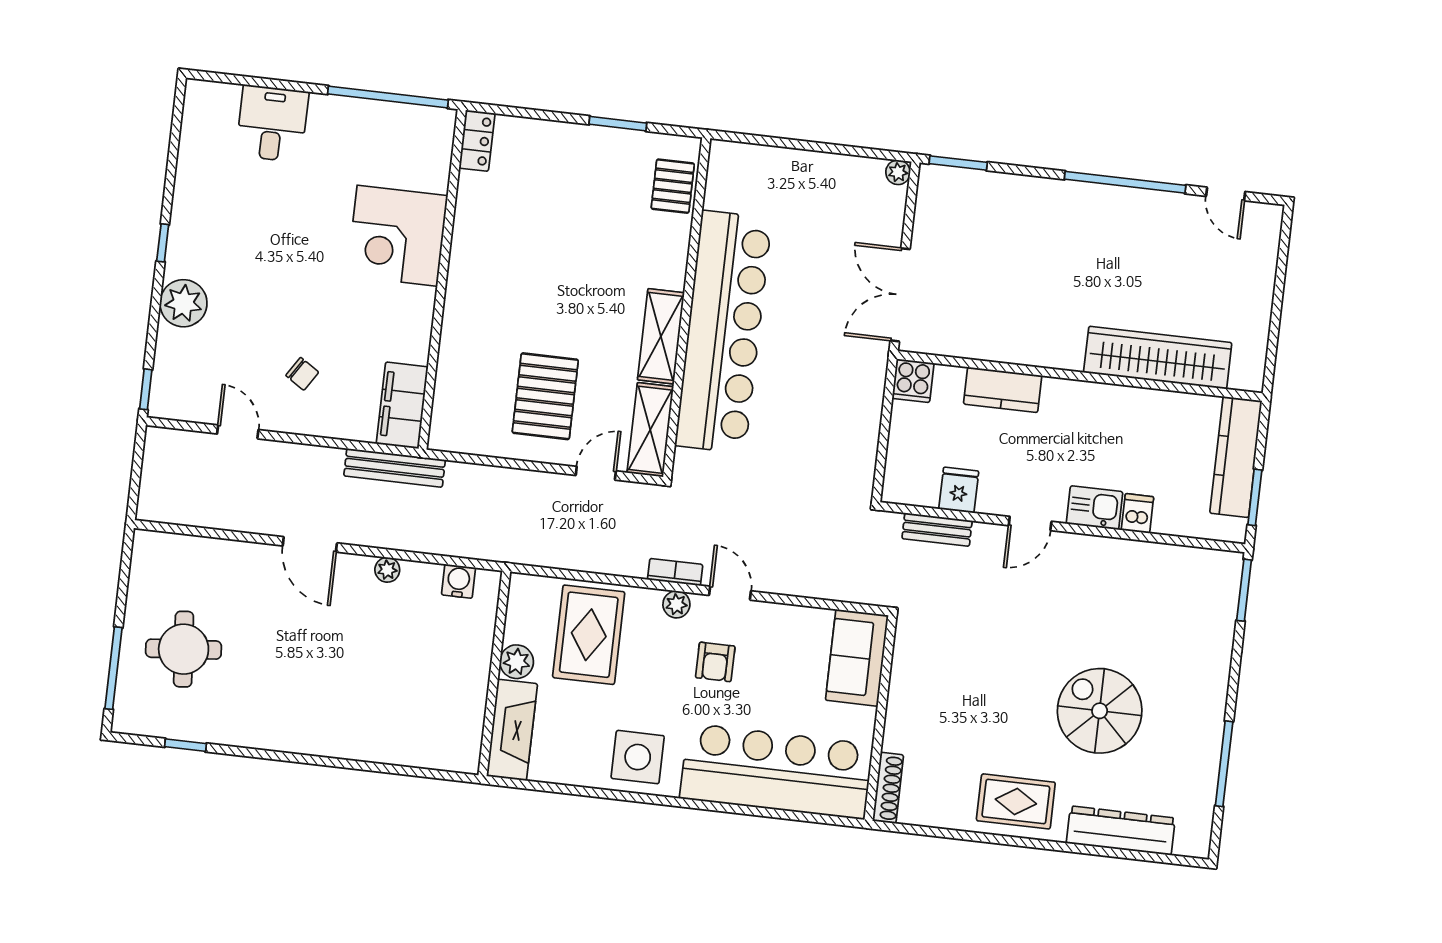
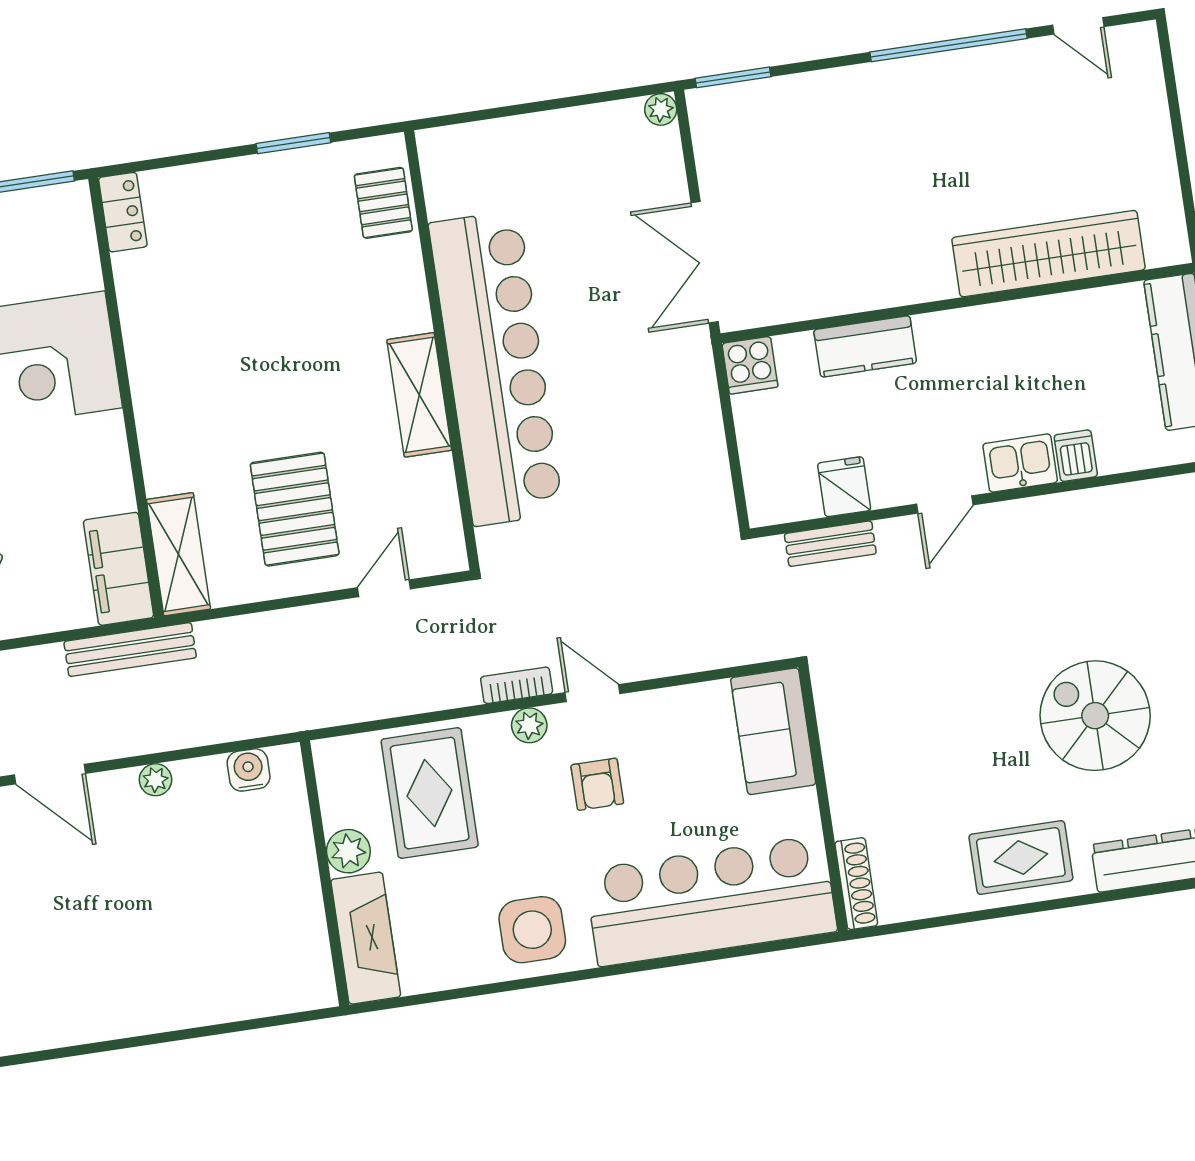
shelving: (650, 430) -> (178, 554), moved

